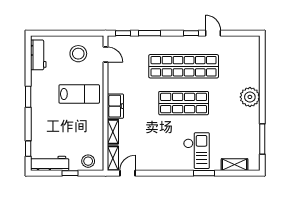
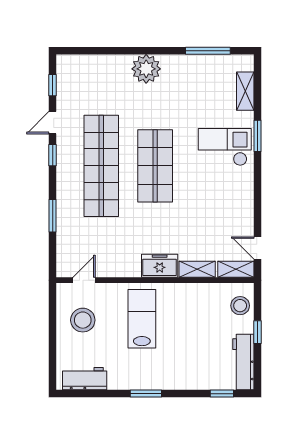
window: (123, 33) -> (53, 85), moved

